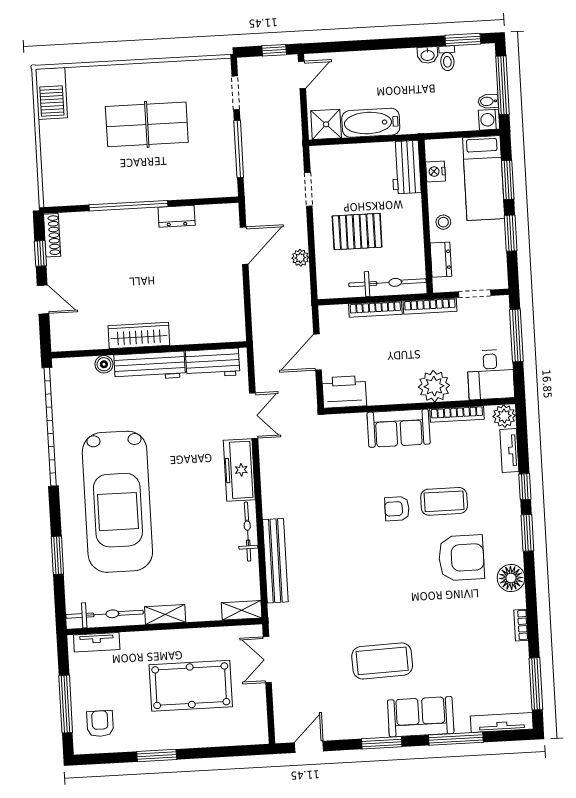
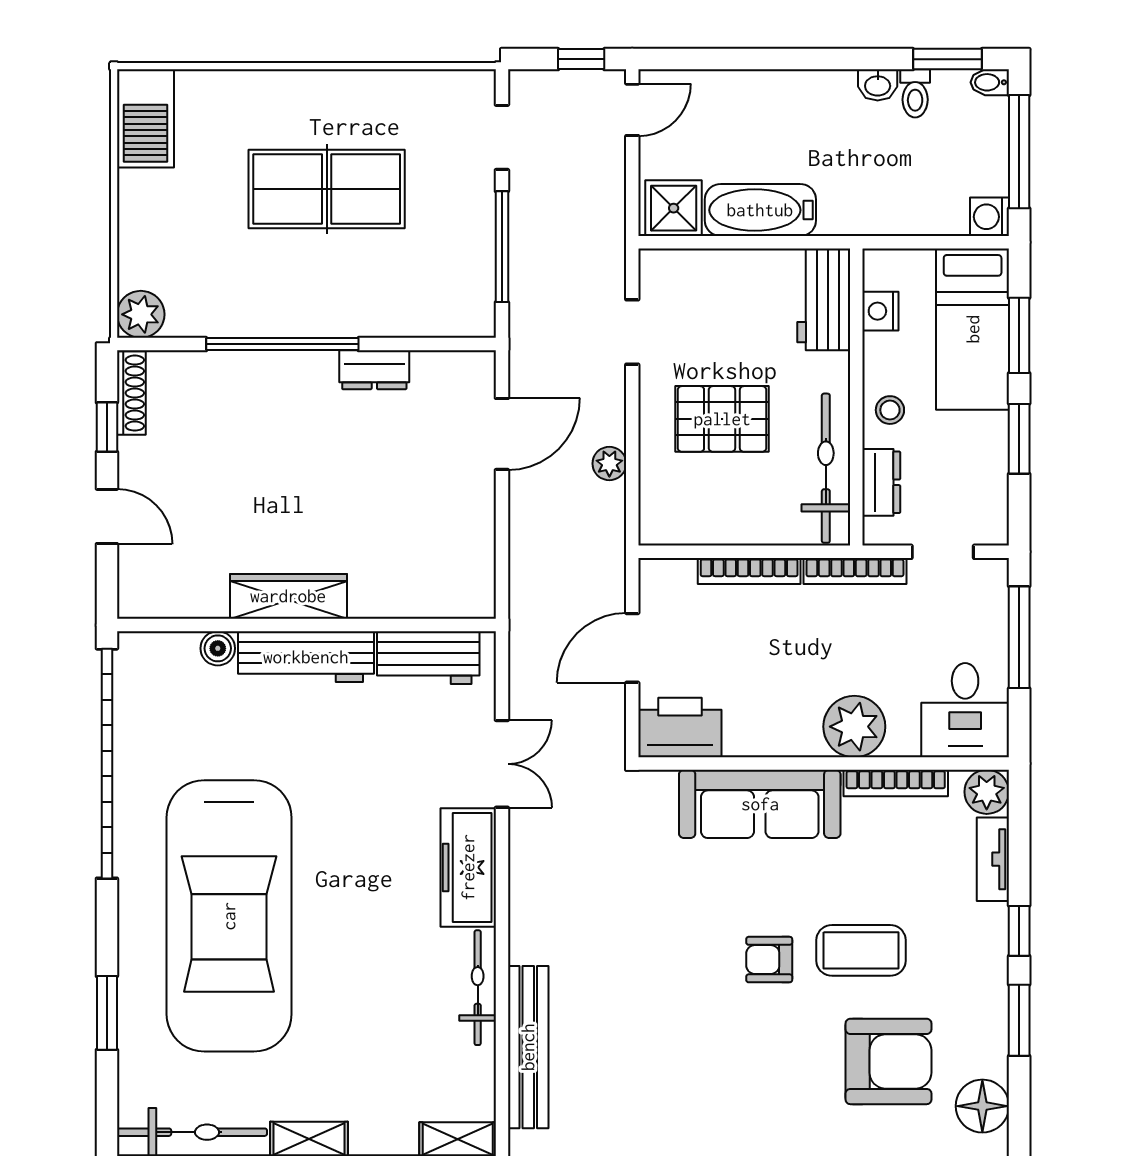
bidet: (488, 101) -> (990, 82), moved
plant: (55, 194) -> (141, 314), added
bicycle: (387, 283) -> (826, 468), moved, turned -90
sofa: (399, 428) -> (760, 804), width x1.36

